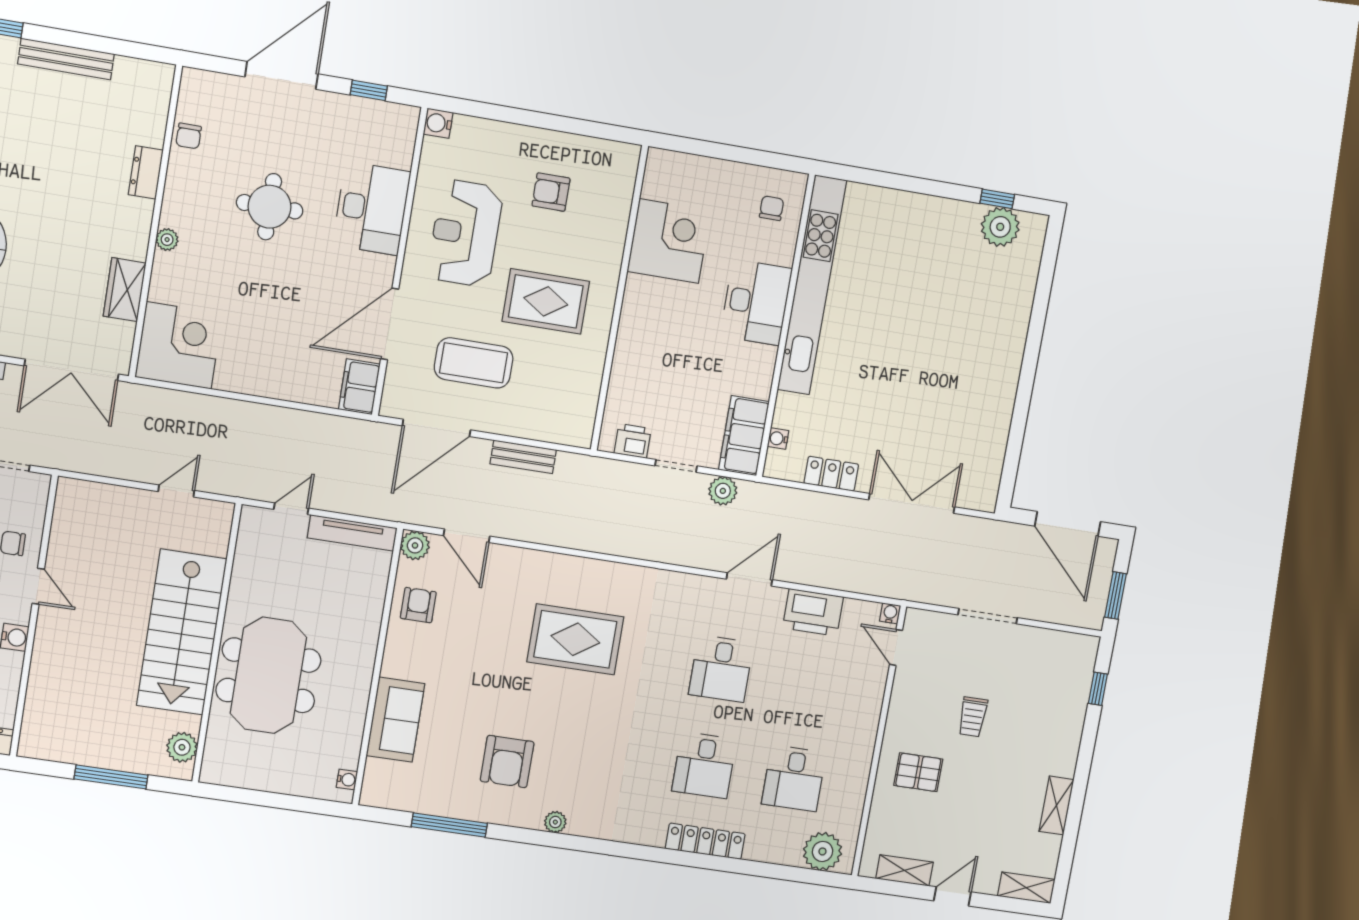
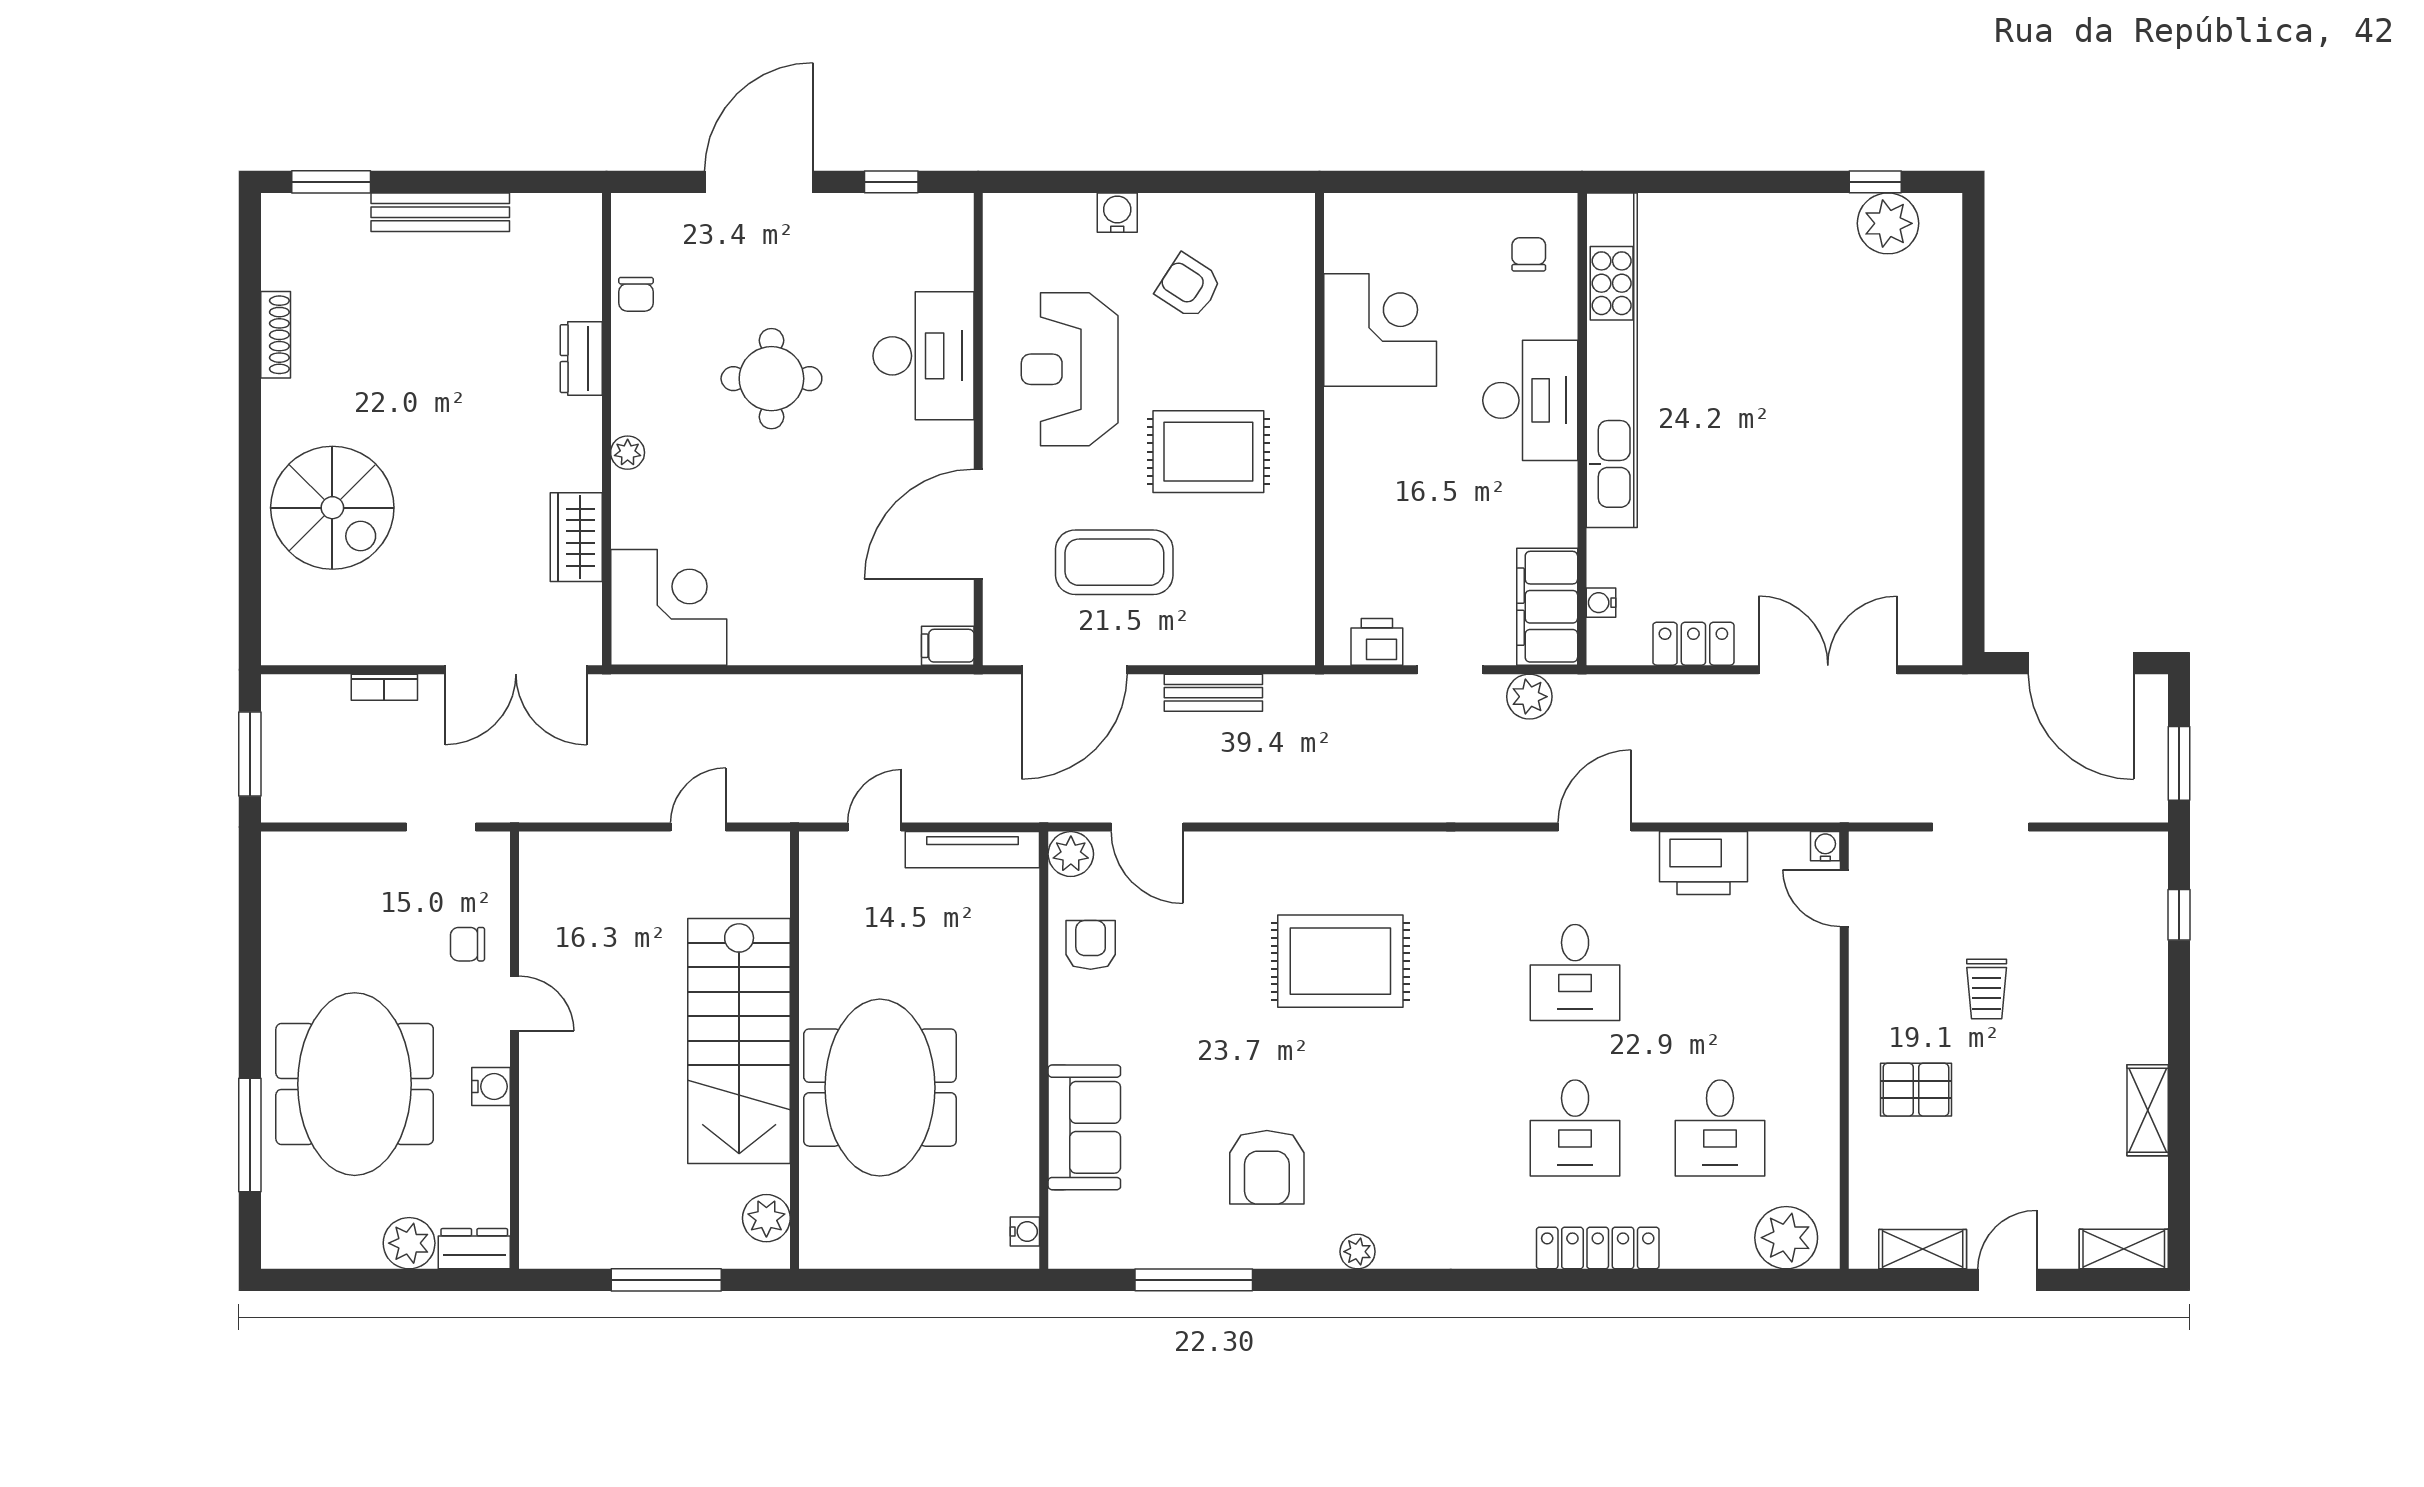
water cooler: (438, 123) -> (1117, 213), moved, turned 90
armchair: (551, 192) -> (1189, 286), turned 33
filing cabinet: (359, 387) -> (948, 646), width x0.50

